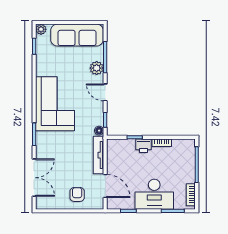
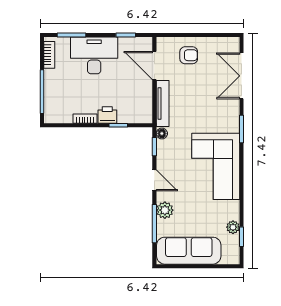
plant: (41, 29) -> (233, 227), moved
armchair: (77, 194) -> (189, 55), turned -90

